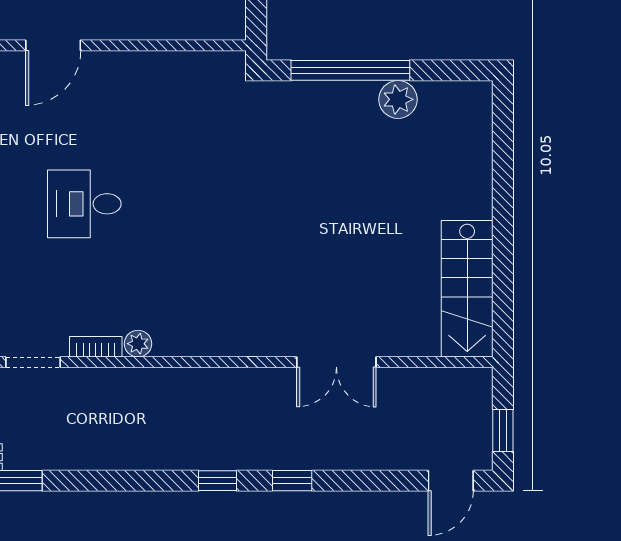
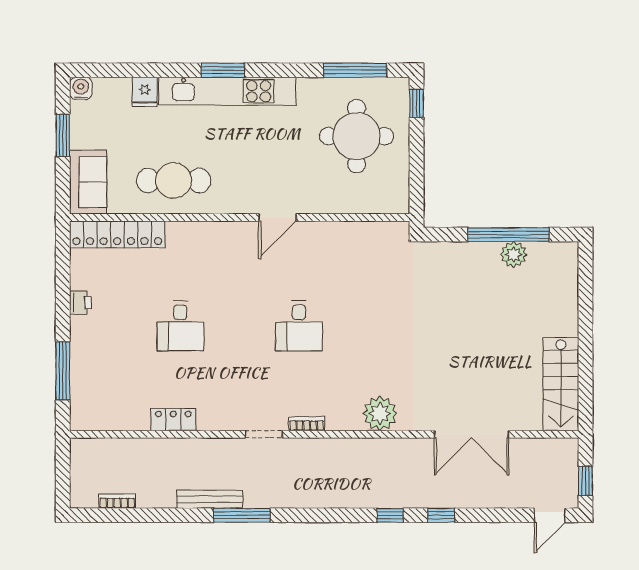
window: (350, 70) -> (508, 235), moved
desk: (84, 204) -> (299, 326), turned -90
plant: (138, 344) -> (380, 413), moved, width x1.87, depth x1.87
double door: (336, 362) -> (471, 434), width x1.37

